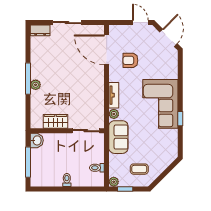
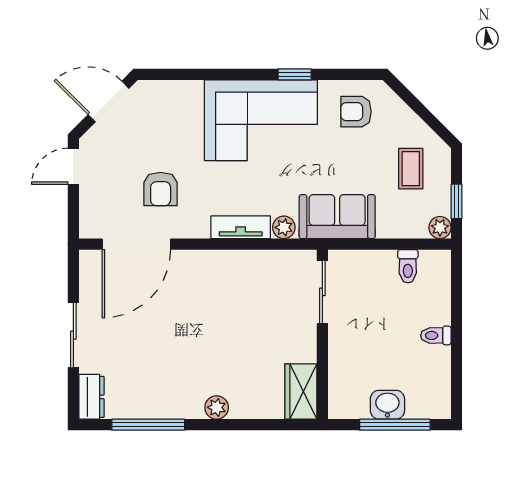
window: (28, 79) -> (148, 425), moved
wardrobe: (56, 121) -> (301, 391), moved
washbasin: (37, 140) -> (387, 405), moved
armchair: (164, 145) -> (356, 112), added

